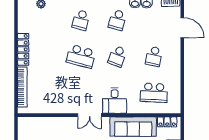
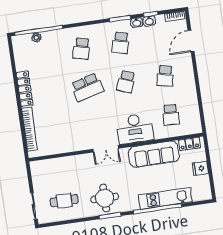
door: (182, 28) -> (191, 41), swing flipped
school desk: (81, 56) -> (87, 87), turned -30
school desk: (154, 93) -> (171, 115), width x0.54
desk: (115, 101) -> (135, 129), width x1.37

